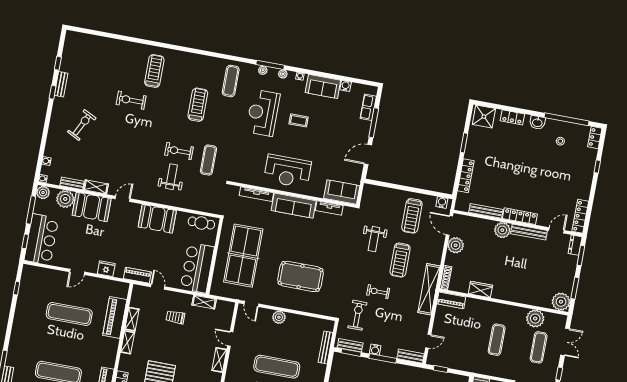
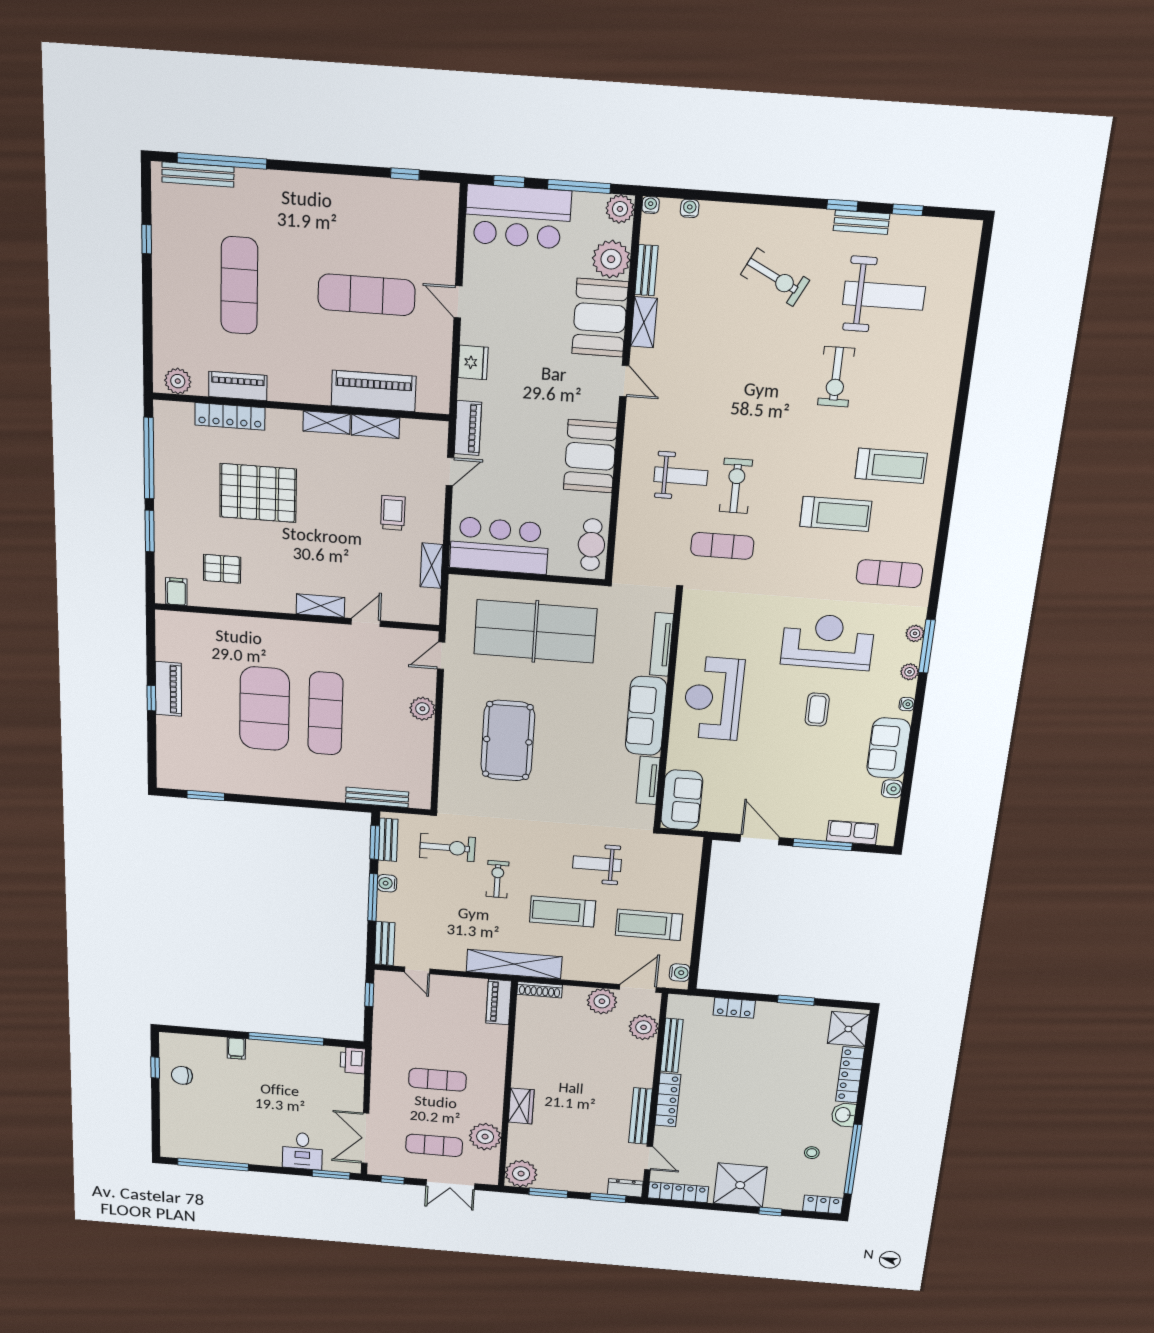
treadmill: (154, 71) -> (891, 466), moved
weight bench: (96, 76) -> (884, 296), added
exercise bike: (131, 100) -> (836, 377), turned 180
locker: (512, 117) -> (850, 1075), width x1.53
locker: (466, 176) -> (734, 1008), width x0.66
shower: (578, 182) -> (740, 1185), added
plant: (502, 230) -> (644, 1027), moved
wardrobe: (480, 289) -> (521, 1106), moved
exercise mat: (69, 314) -> (366, 295), turned 90

